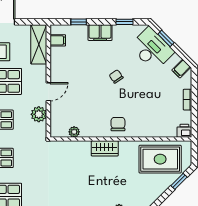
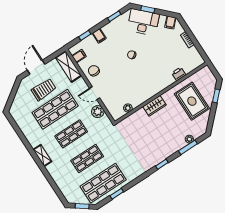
filing cabinet: (100, 33) -> (99, 36), width x0.50
door: (48, 92) -> (95, 93), swing flipped
chair: (118, 124) -> (94, 71), moved
printer: (184, 131) -> (179, 74), moved
rug: (160, 159) -> (192, 101), moved, turned 90

